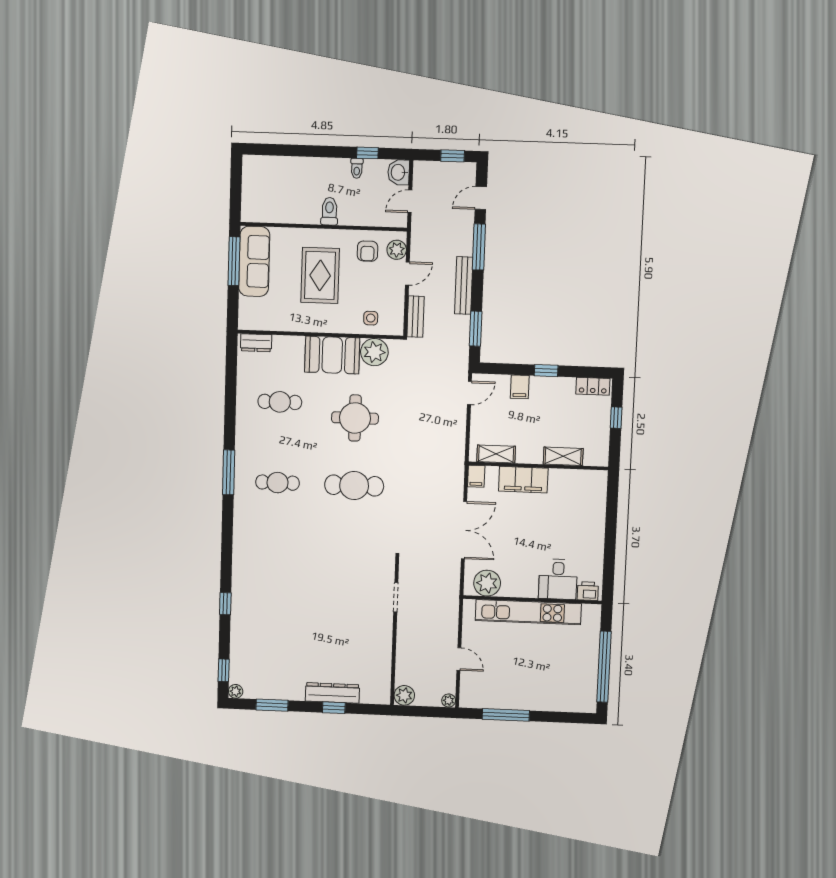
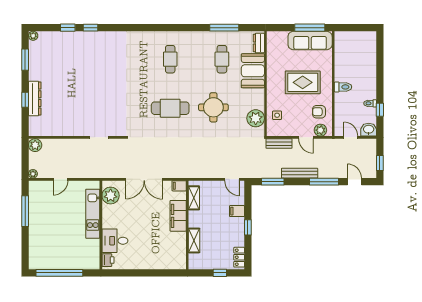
booth: (332, 355) -> (253, 71), moved
window: (229, 472) -> (224, 28), moved
cafe table: (354, 486) -> (170, 108), turned 90
kitchen unit: (528, 612) -> (93, 214), width x0.73
window: (224, 670) -> (68, 28), moved

